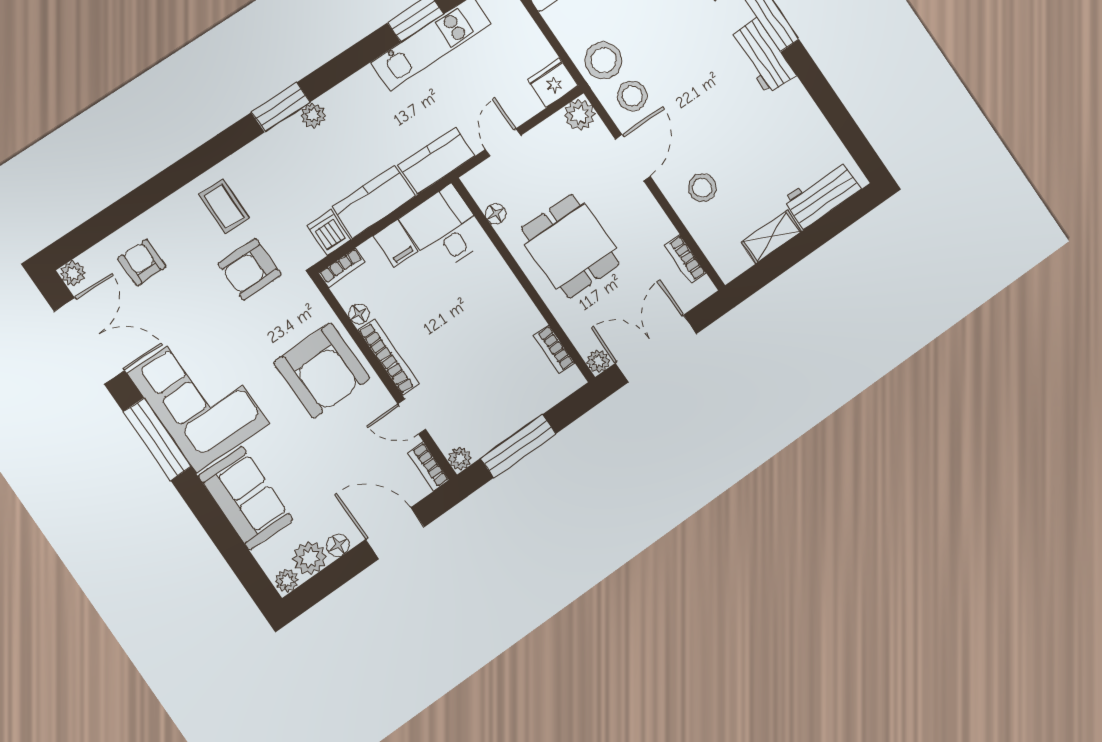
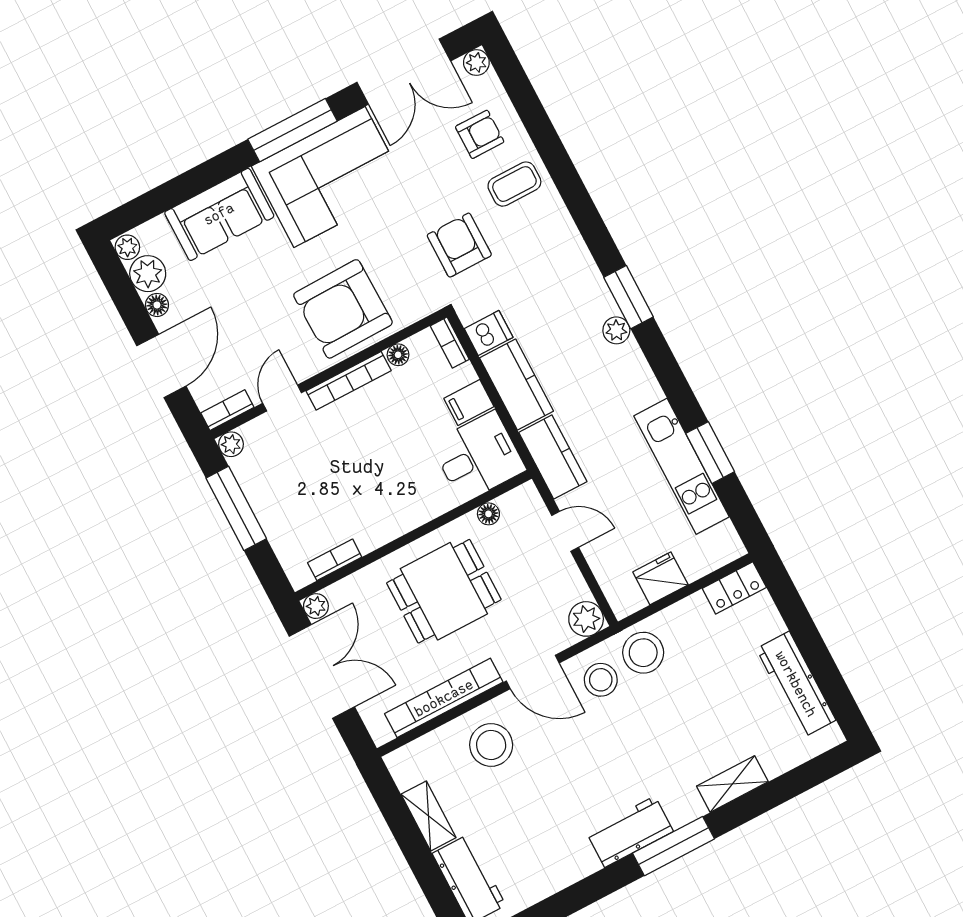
fridge: (553, 83) -> (660, 578), moved, turned -90
stool: (702, 188) -> (491, 745), width x1.38, depth x1.38
coffee table: (224, 206) -> (514, 184), moved
bookcase: (686, 259) -> (444, 698), width x2.31, depth x1.31

